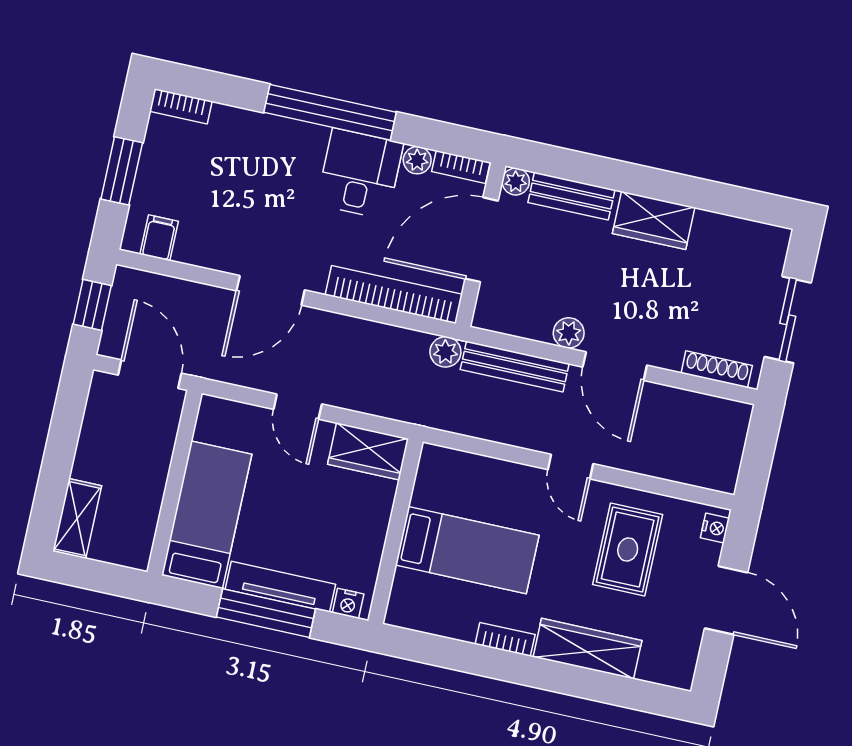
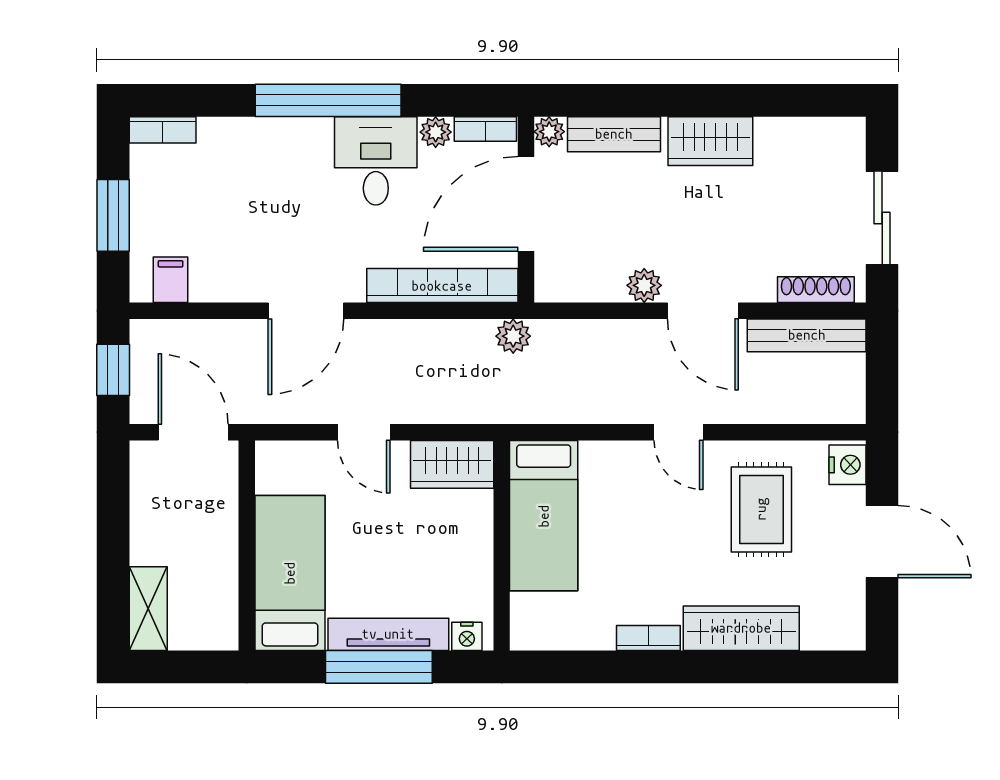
bench: (515, 366) -> (807, 335), moved
nightstand: (715, 528) -> (847, 465), width x1.39, depth x1.35
bed: (467, 550) -> (544, 516), moved, turned 90

